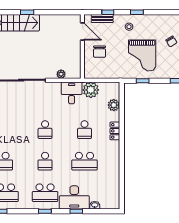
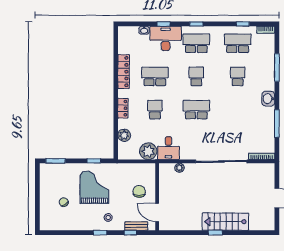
school desk: (45, 130) -> (196, 110), width x1.85
locker: (114, 166) -> (124, 72), added

